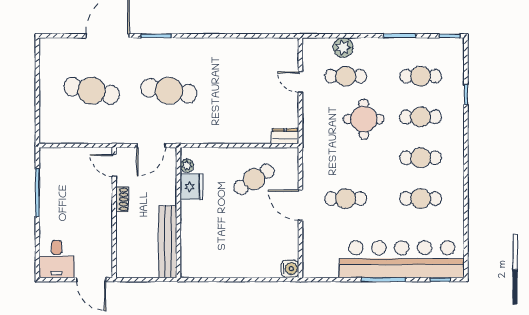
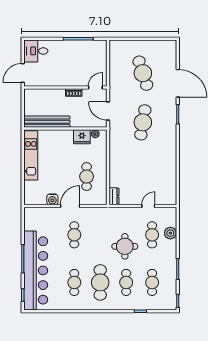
cafe table: (91, 91) -> (143, 73), turned -30
cafe table: (421, 158) -> (100, 282), width x1.37, depth x1.35
cafe table: (254, 179) -> (87, 177), turned 32
kitchen unit: (221, 267) -> (31, 155), added
water cooler: (290, 269) -> (52, 199), moved

